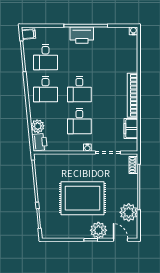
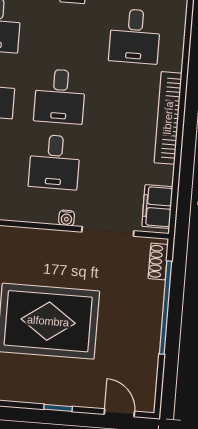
desk: (113, 57) -> (135, 36), added
filing cabinet: (131, 129) -> (157, 207), moved
plant: (129, 212) -> (141, 358), removed
plant: (98, 230) -> (76, 390), removed

